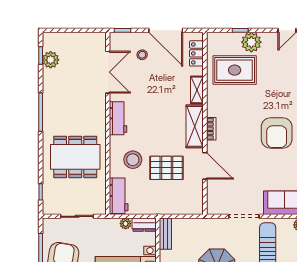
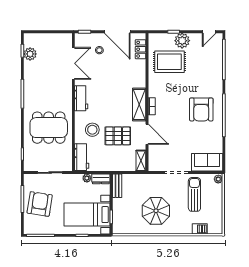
shelving: (197, 90) -> (141, 161), moved

